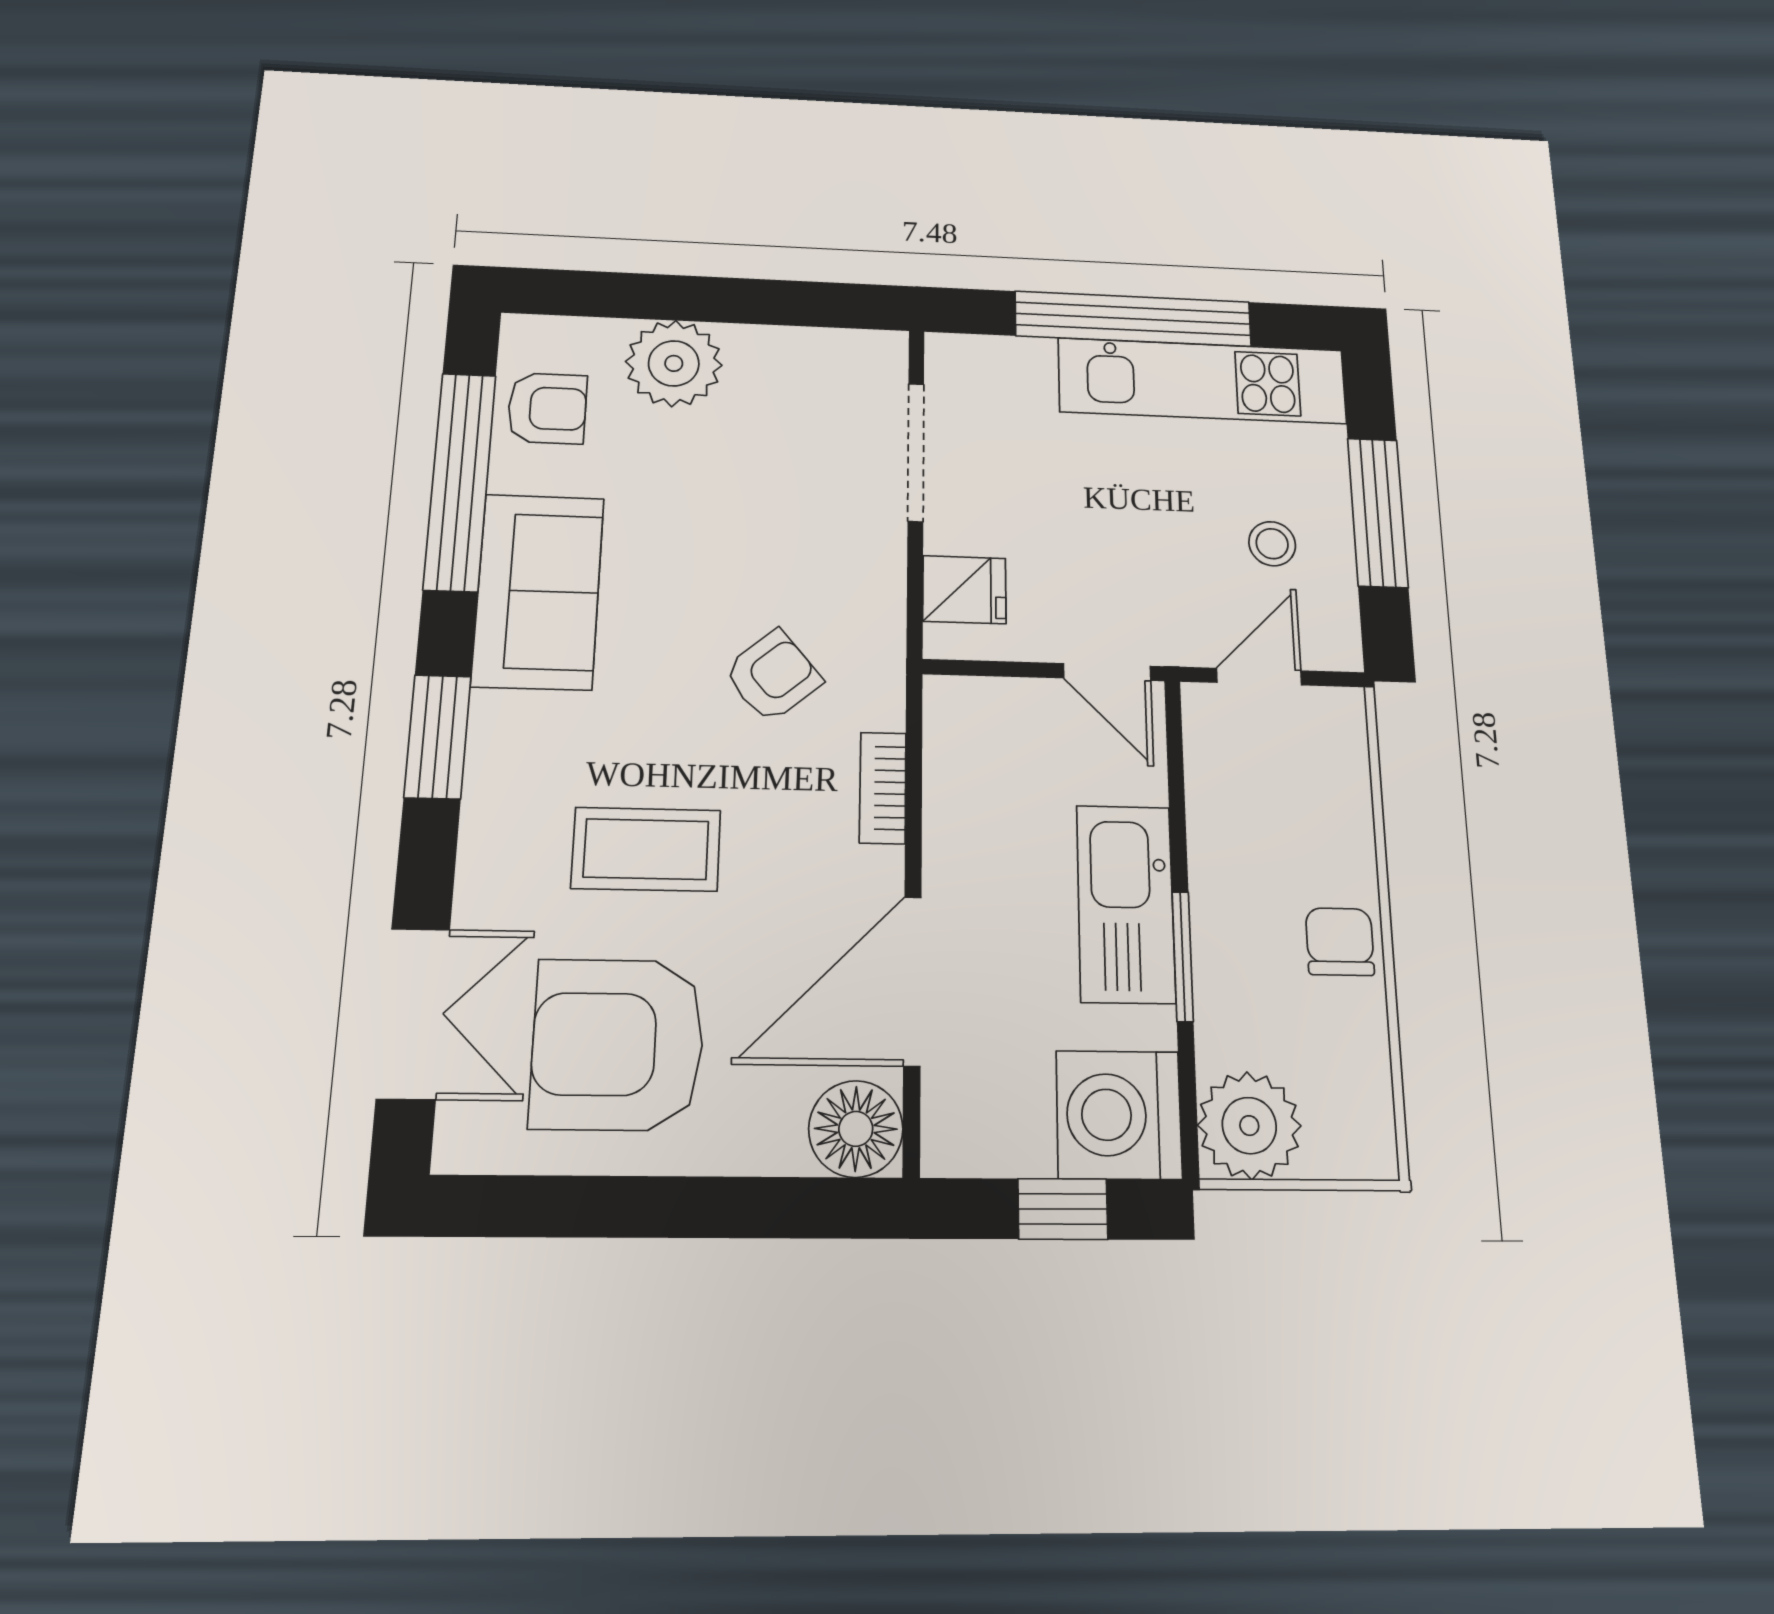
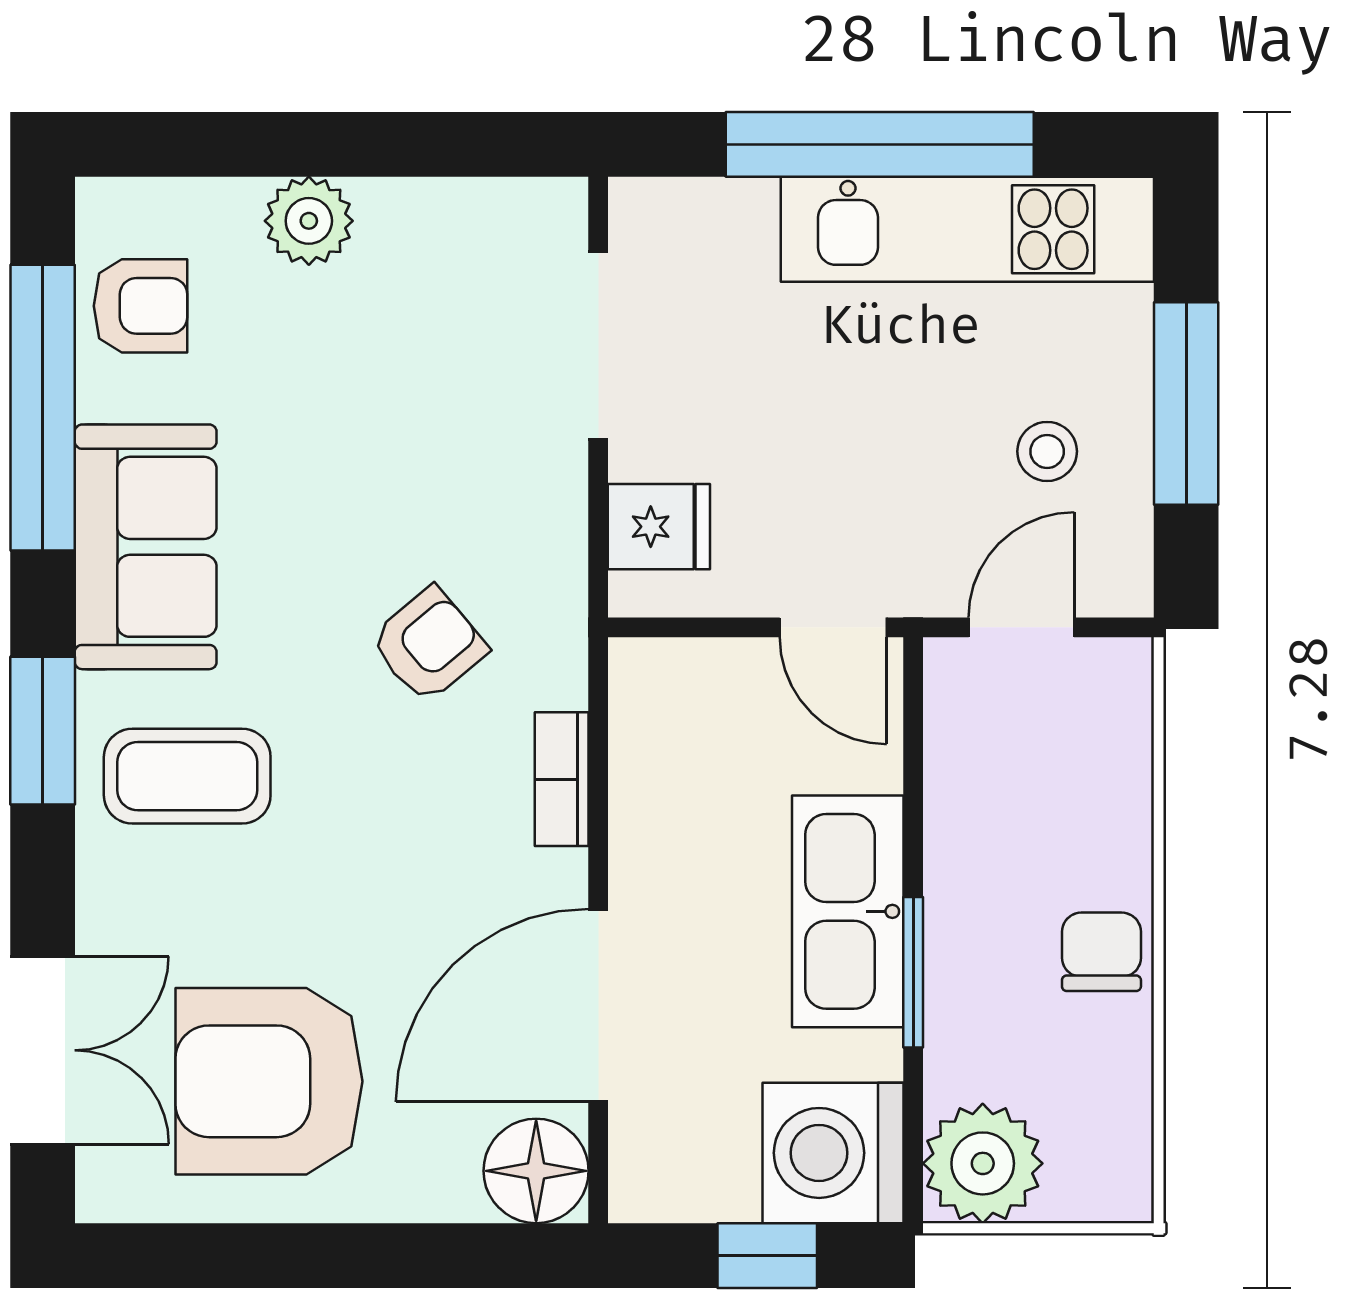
plant: (674, 363) -> (309, 221), width x0.73, depth x0.73
coffee table: (646, 849) -> (187, 776), moved

